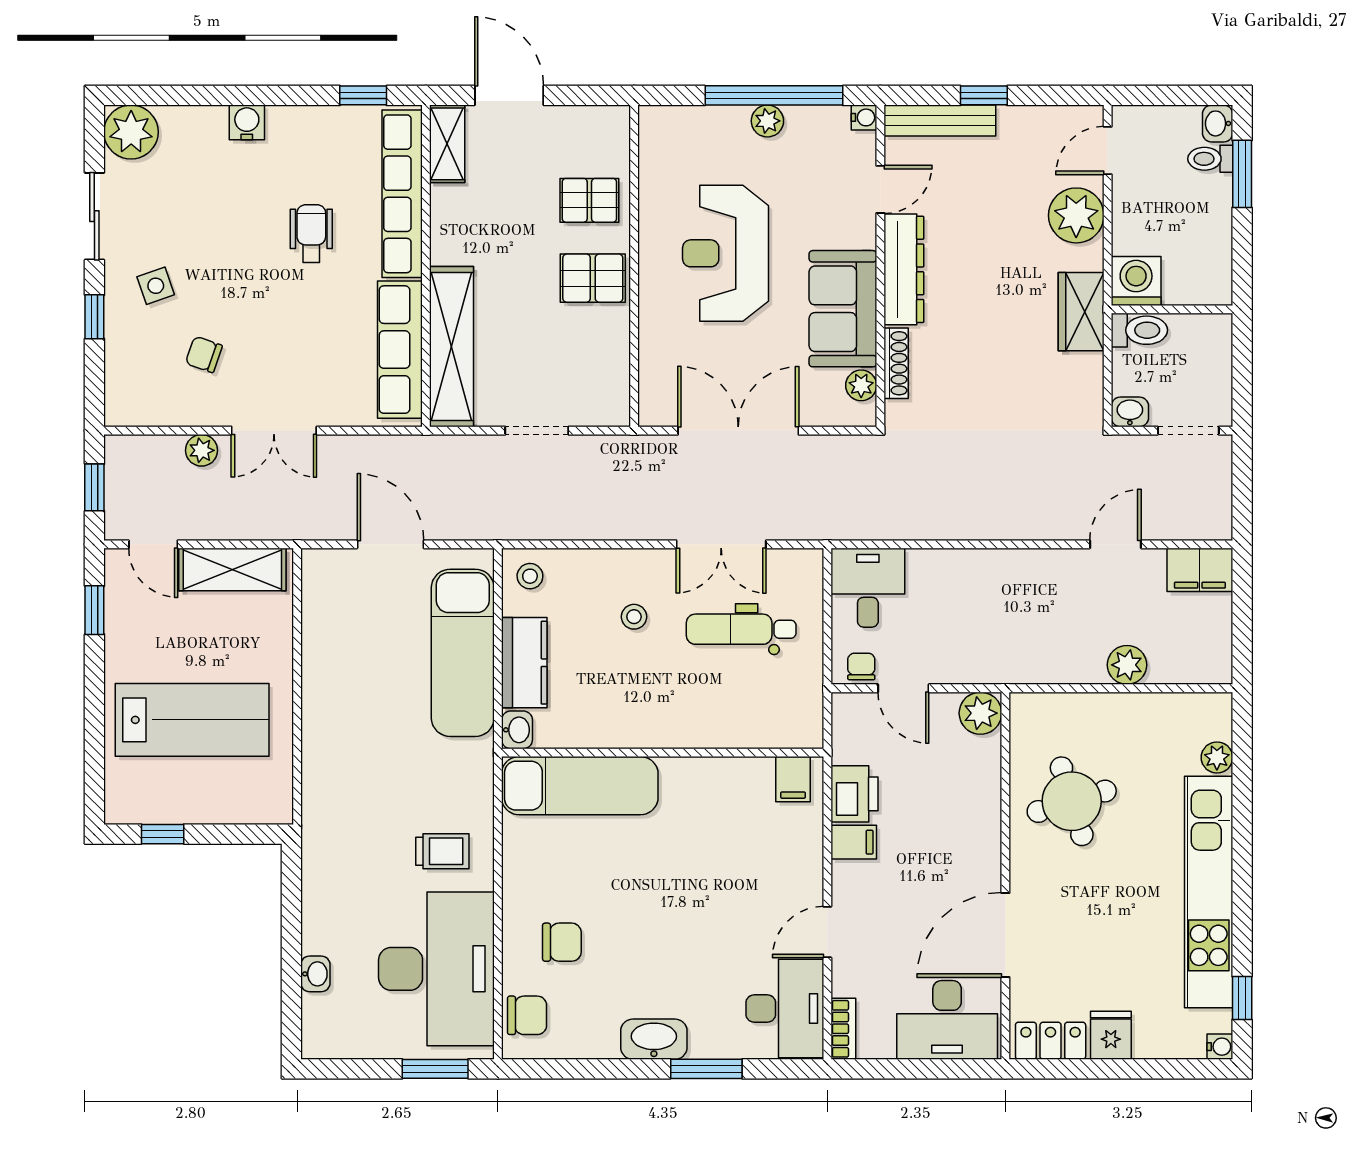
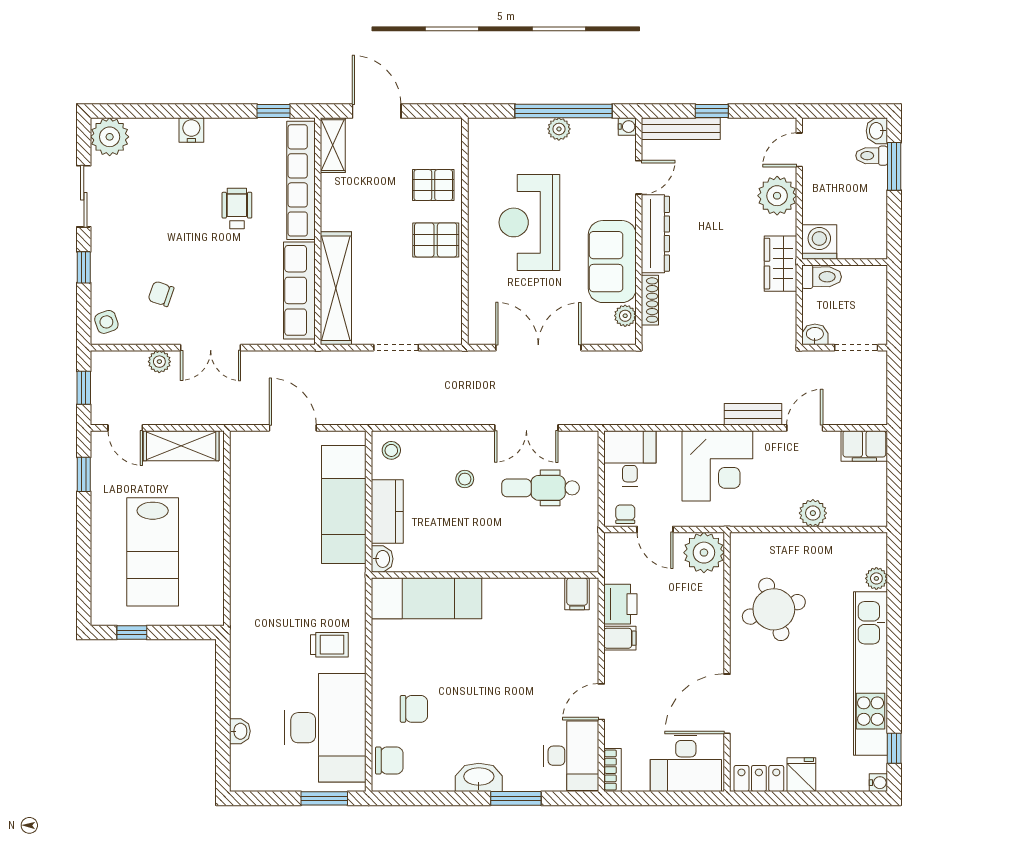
side table: (156, 286) -> (106, 322), moved
bench: (1042, 525) -> (753, 414), added
corner desk: (992, 598) -> (717, 466), added
plant: (980, 713) -> (704, 553), width x1.36, depth x1.36
lab bench: (192, 720) -> (153, 552), turned 90

